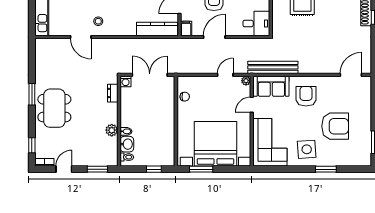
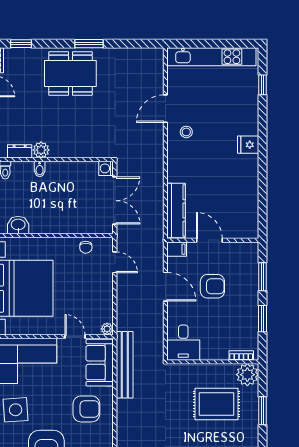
door: (225, 75) -> (115, 262), moved
dresser: (113, 93) -> (20, 151), moved
washbasin: (127, 144) -> (18, 225), moved, turned 180

